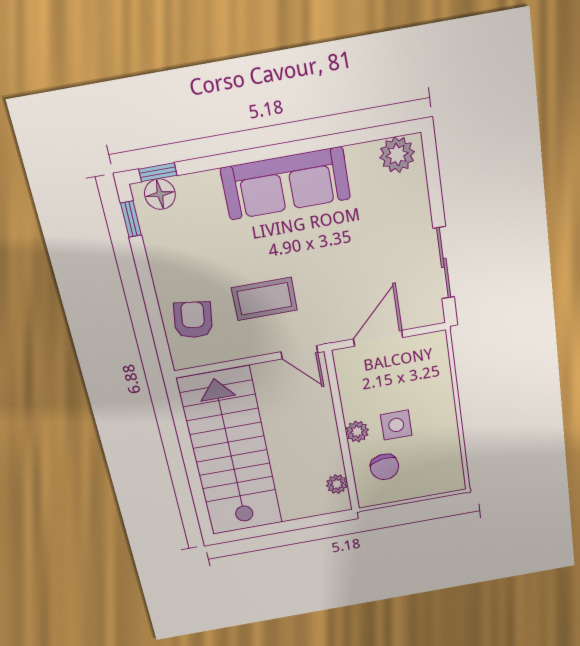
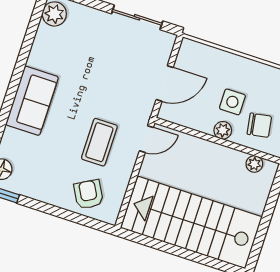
sofa: (286, 183) -> (32, 101), width x0.73
armchair: (193, 320) -> (89, 194), turned 53
door: (378, 338) -> (165, 83), swing flipped

